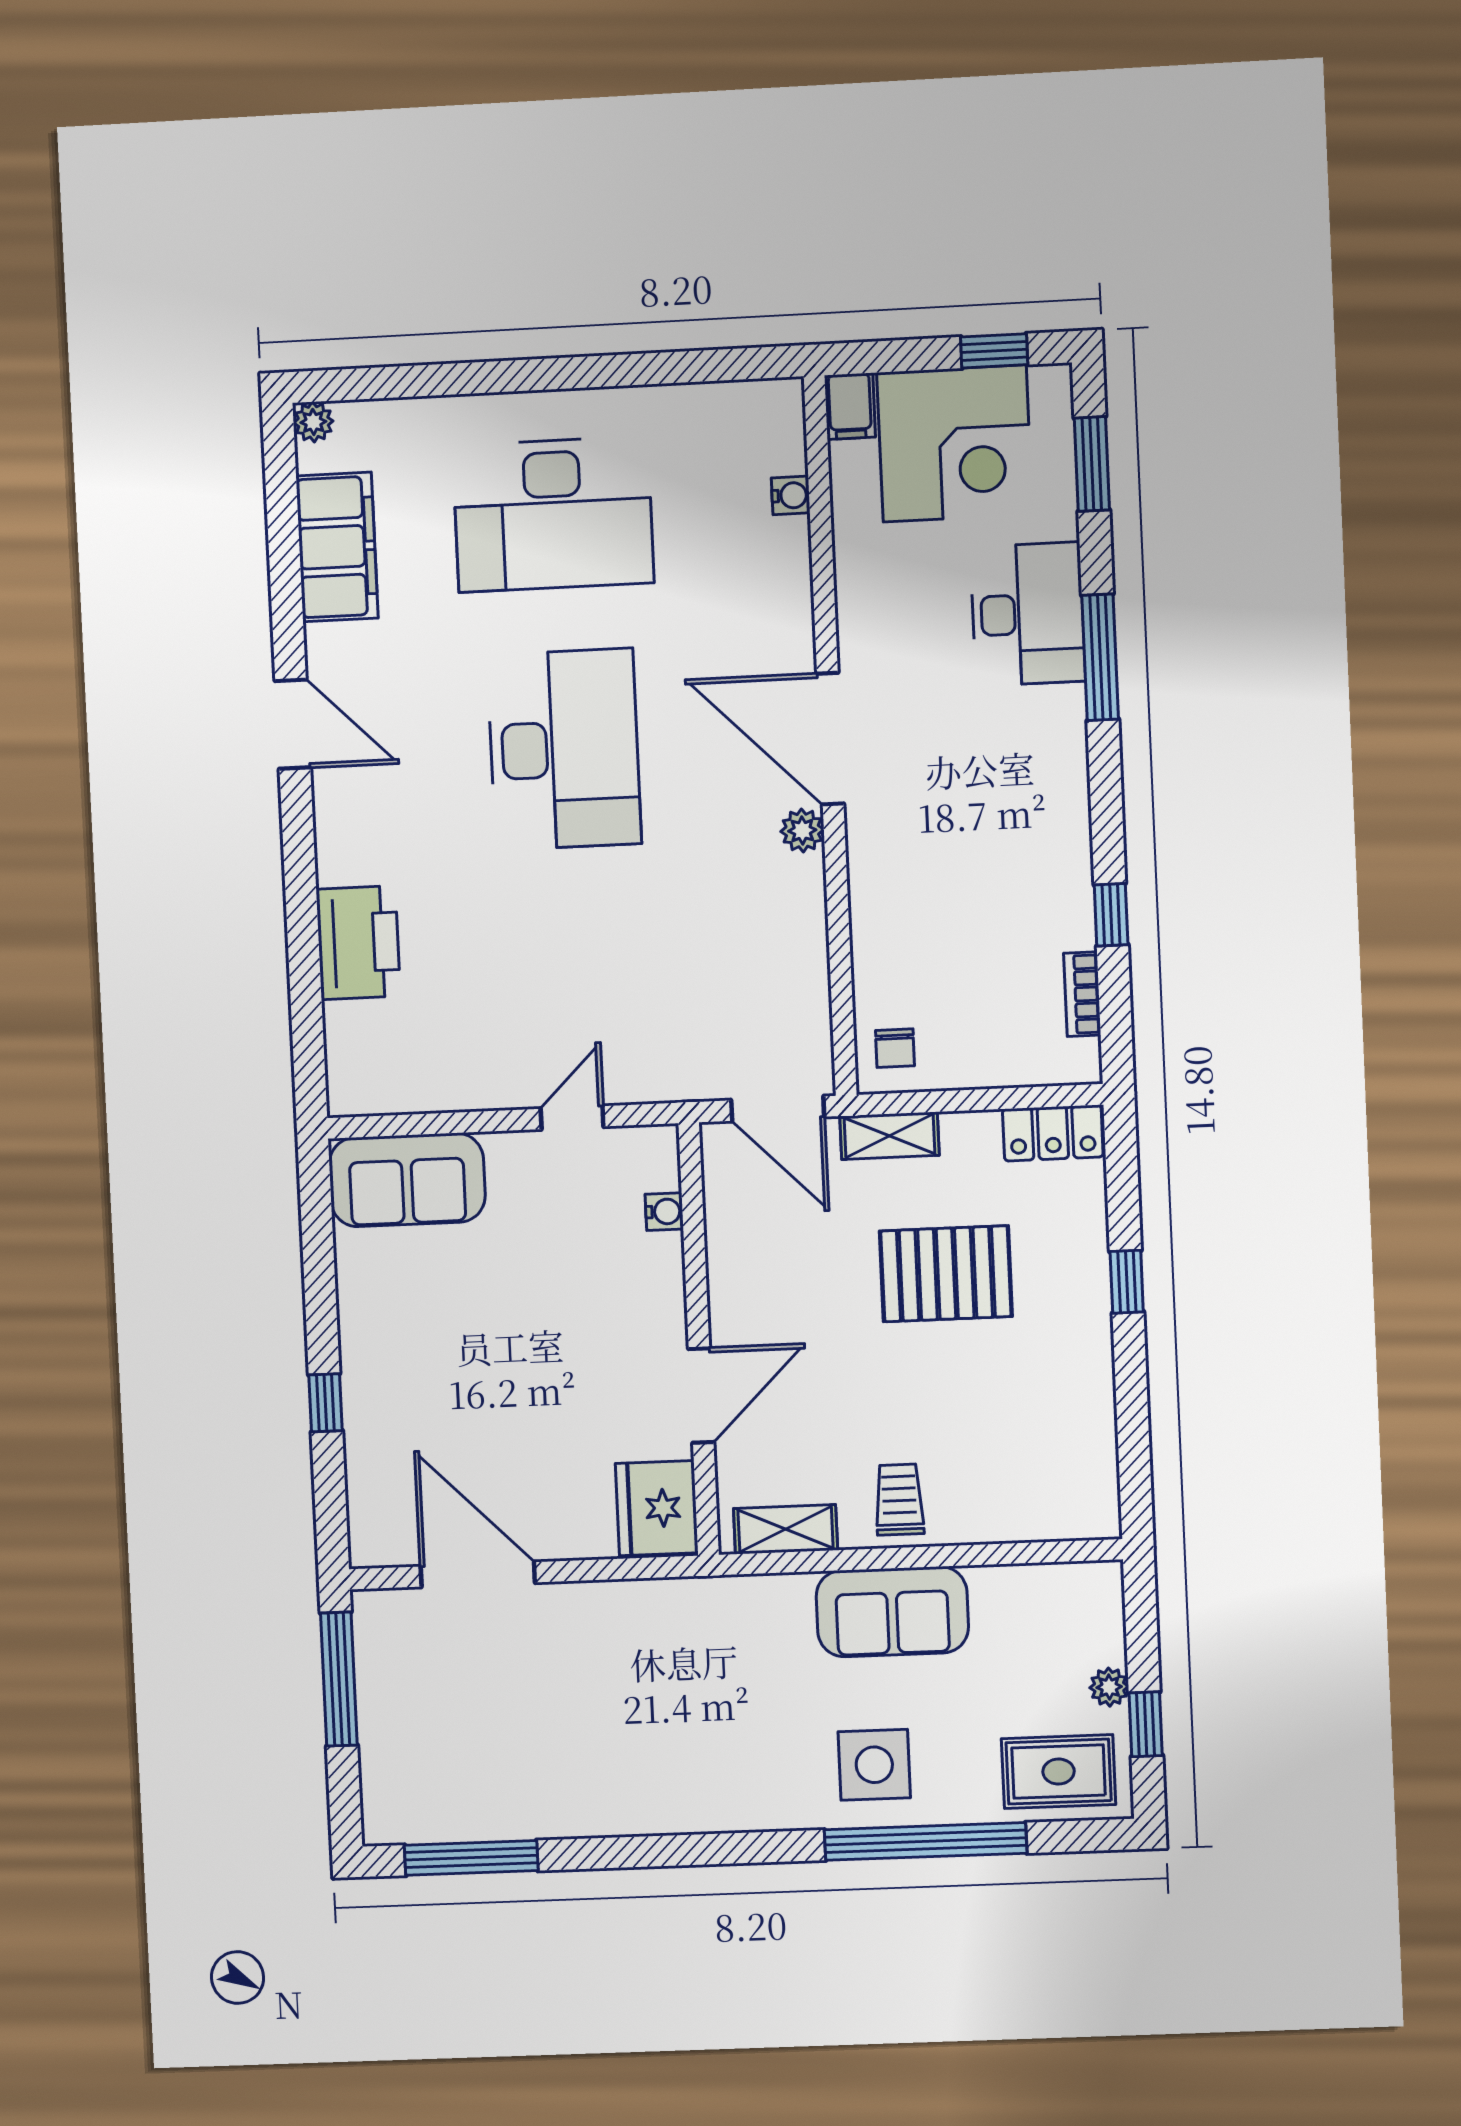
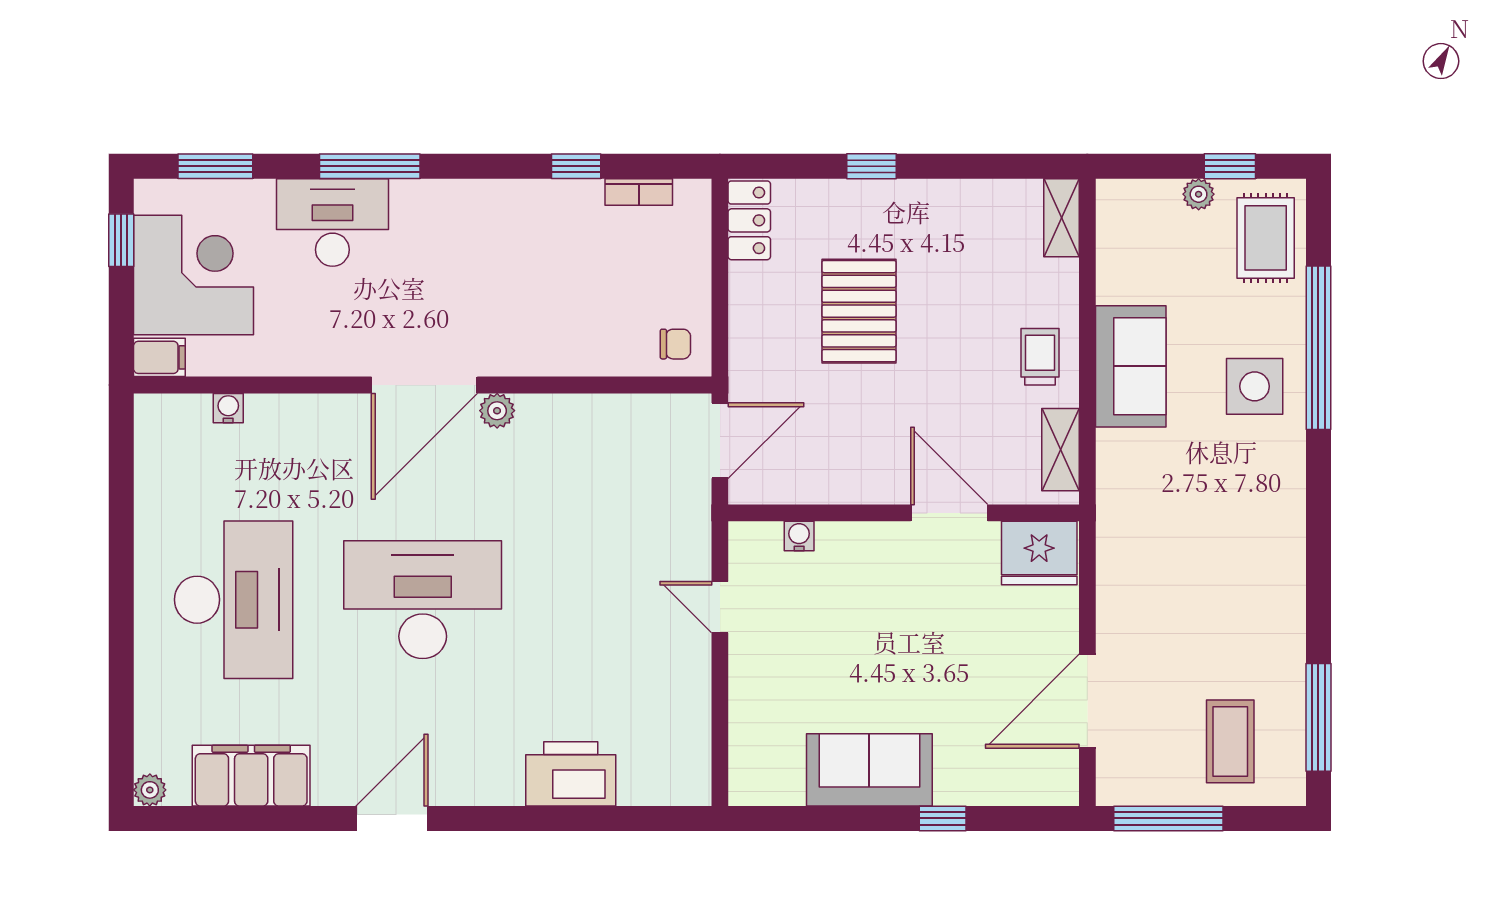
shelving: (889, 1136) -> (1061, 218), moved
sofa: (407, 1180) -> (869, 770), moved, turned -90
trolley: (899, 1500) -> (1040, 357), turned 90
coffee table: (437, 1751) -> (1230, 741), added

